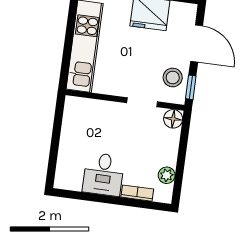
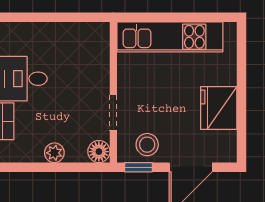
plant: (167, 175) -> (54, 153), moved

